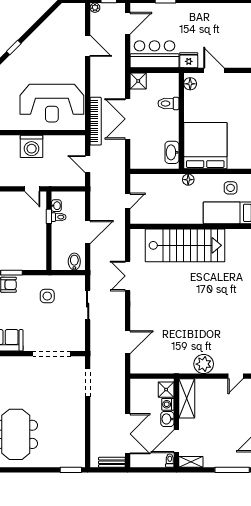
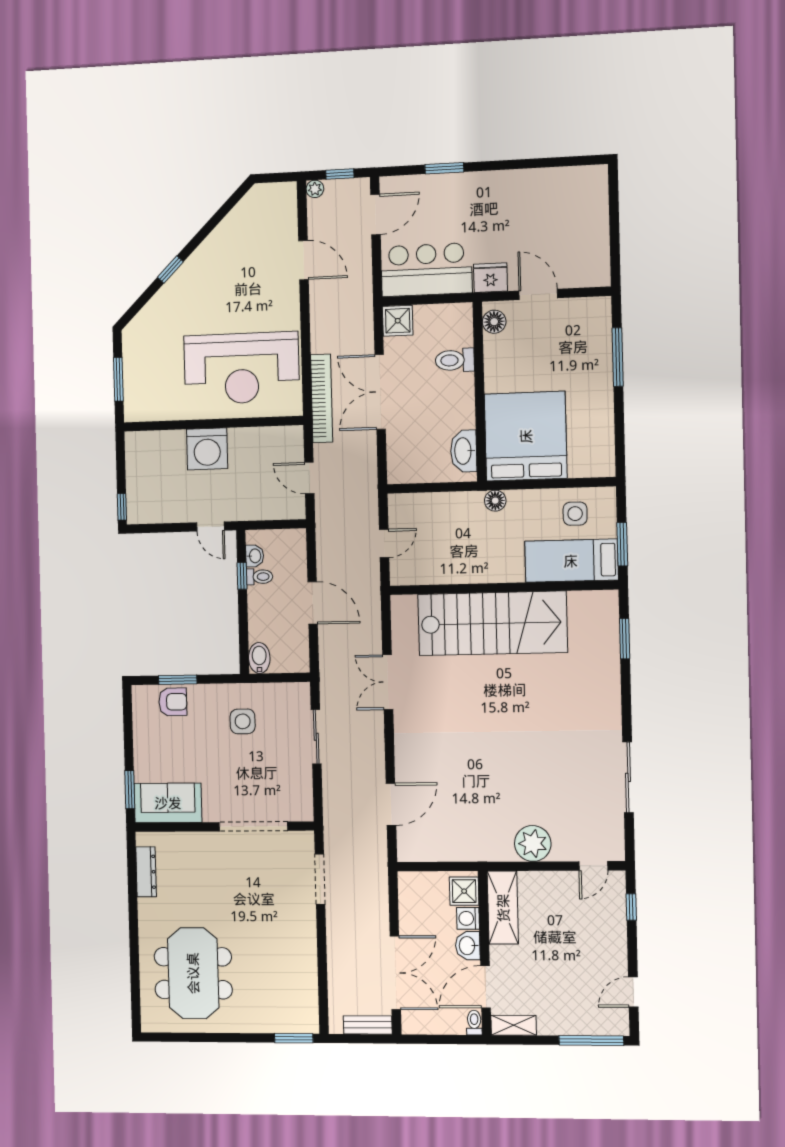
door: (88, 232) -> (313, 603), hinge flipped
bidet: (74, 262) -> (259, 658), moved

